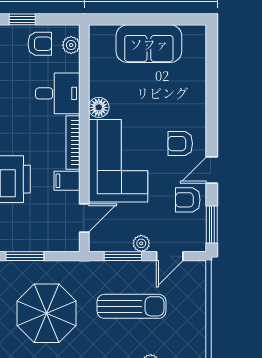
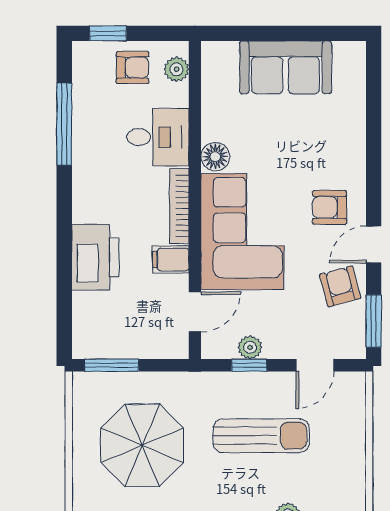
armchair: (188, 200) -> (340, 286), turned 75
plant: (141, 243) -> (250, 347), moved
window: (123, 256) -> (249, 365), width x0.67

